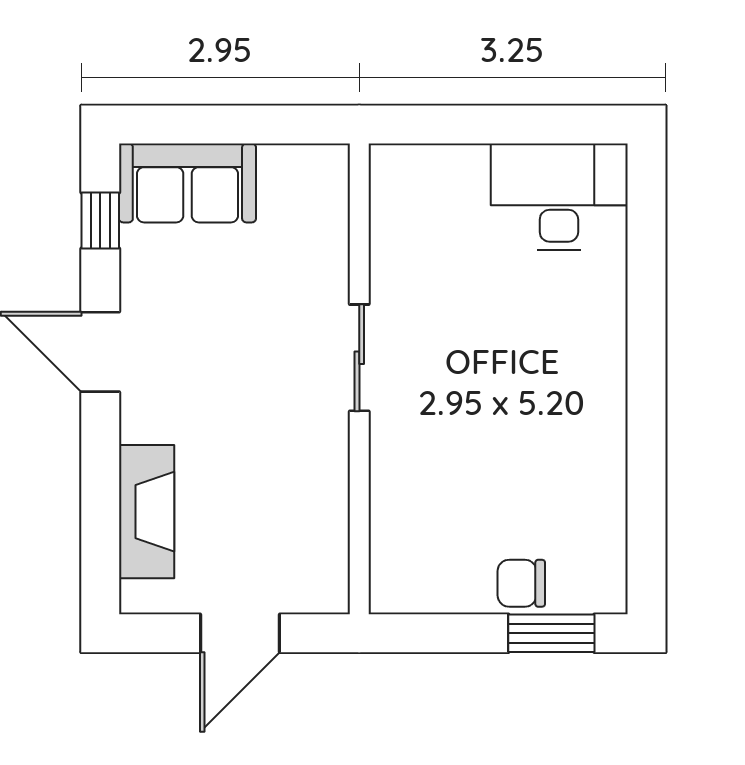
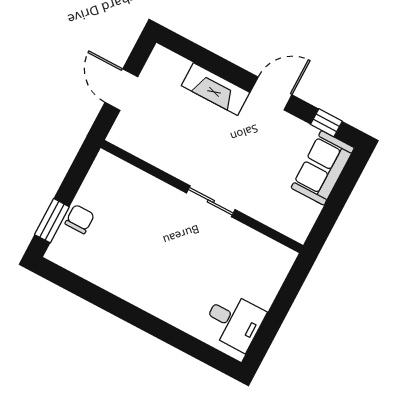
desk: (559, 197) -> (234, 321), width x0.73
fireplace: (147, 512) -> (216, 89), moved

